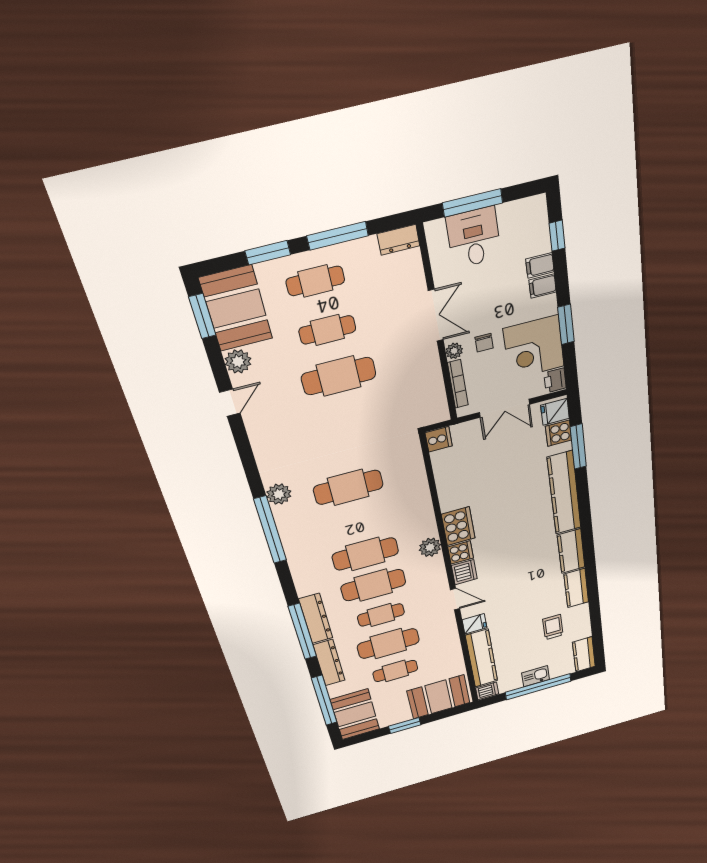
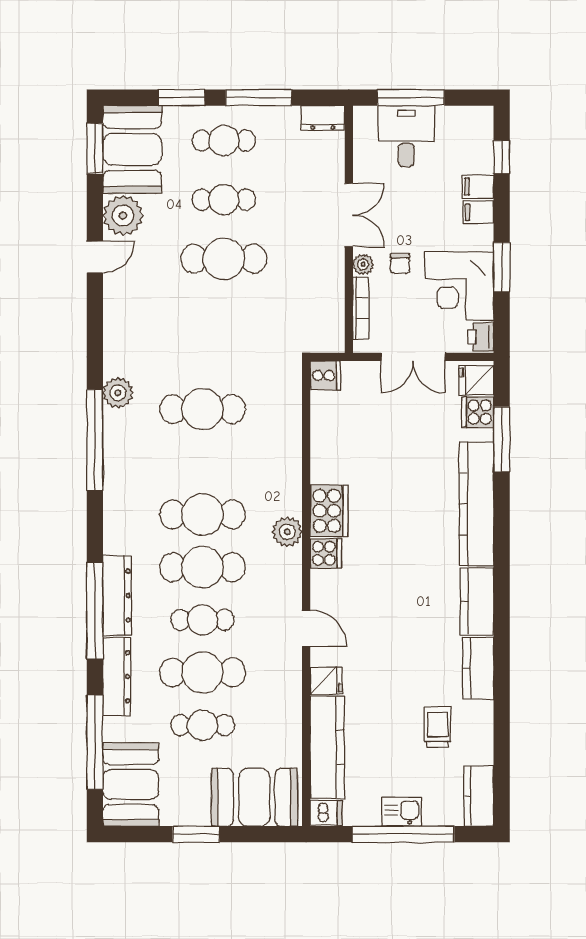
plant: (238, 361) -> (123, 216), width x1.36, depth x1.36
dishwasher: (464, 572) -> (326, 587), removed

